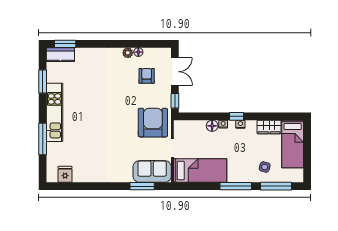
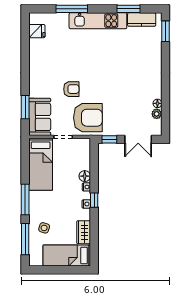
plant: (128, 53) -> (157, 114), moved
kitchen counter: (60, 55) -> (142, 20), moved, turned -90
armchair: (147, 76) -> (71, 89), moved

